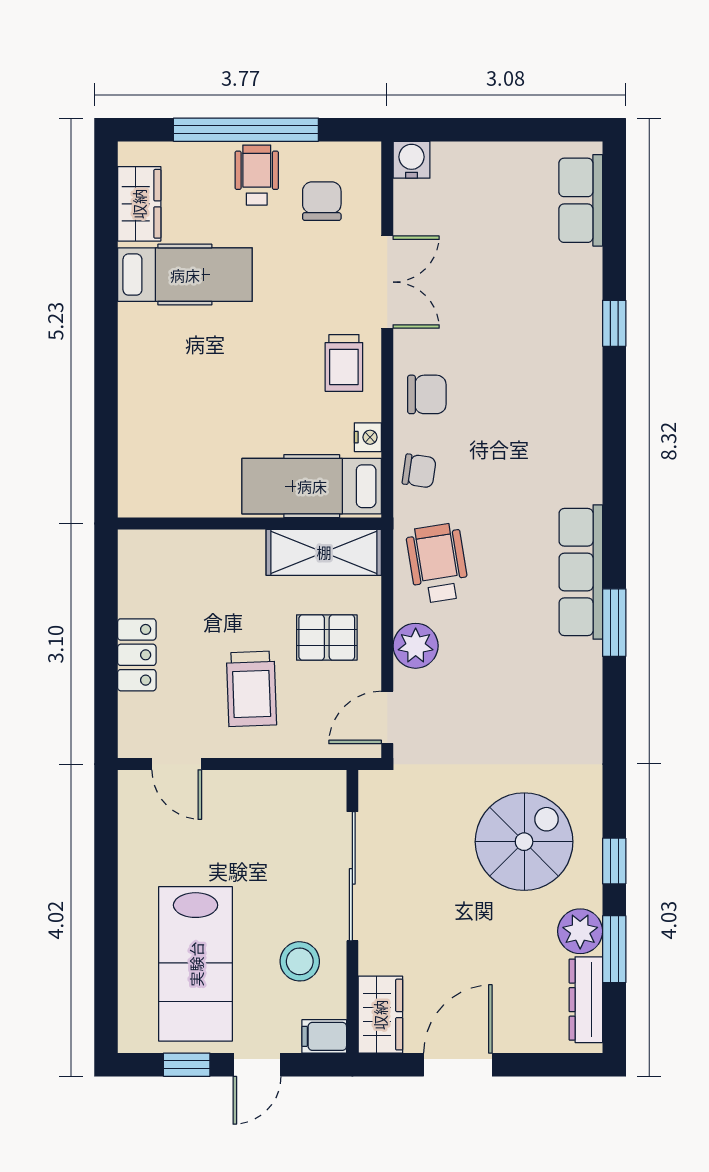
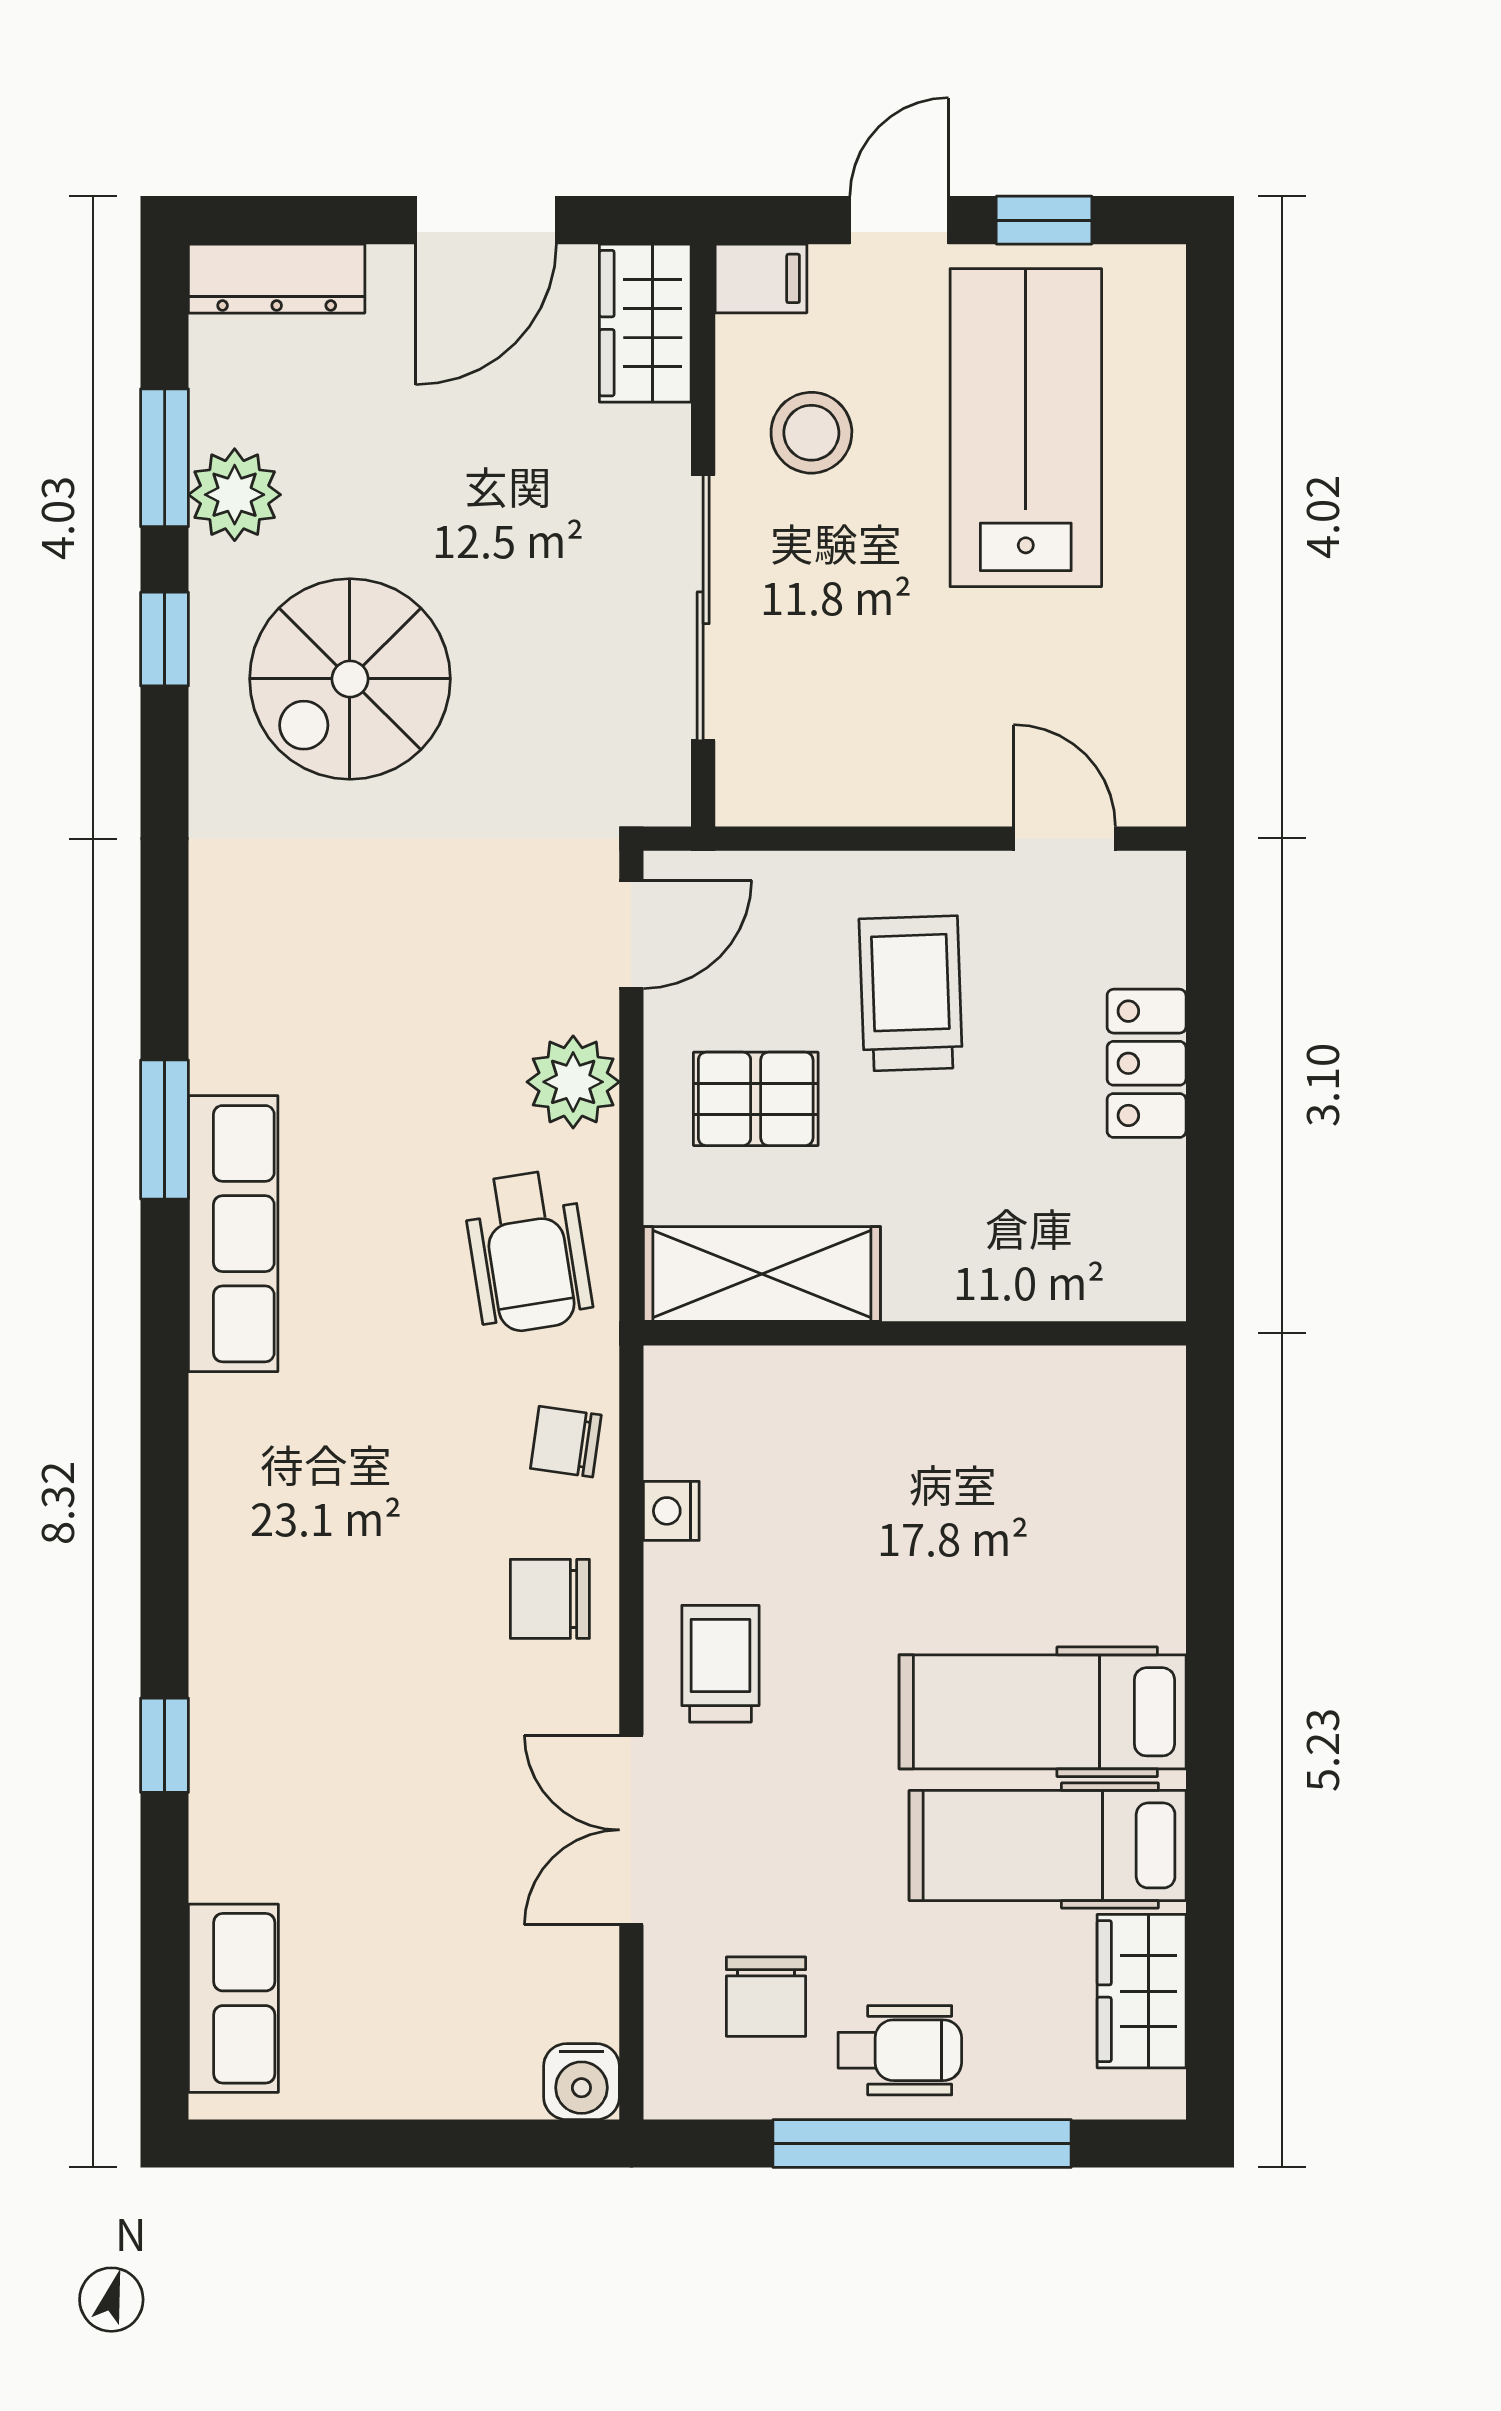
wheelchair: (257, 175) -> (900, 2050), turned -90
hospital bed: (312, 486) -> (1043, 1712), moved, turned 180
dresser: (586, 1000) -> (277, 279), moved, turned 90

